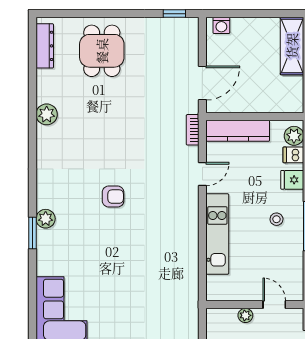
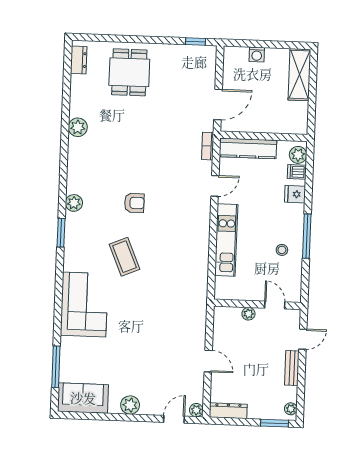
washing machine: (221, 25) -> (257, 54), moved
dresser: (45, 46) -> (79, 60), width x0.70
plant: (46, 219) -> (74, 203), moved
stool: (276, 219) -> (282, 250), moved
coffee table: (104, 257) -> (124, 257), added

